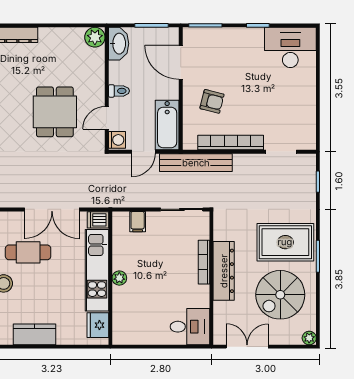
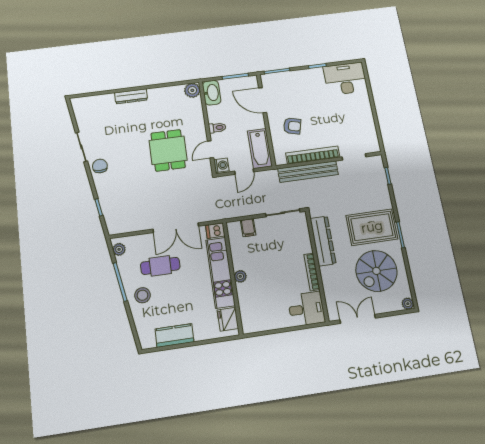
bench: (196, 163) -> (308, 172), moved
bookcase: (204, 262) -> (312, 272), moved
dresser: (224, 271) -> (323, 241), moved

